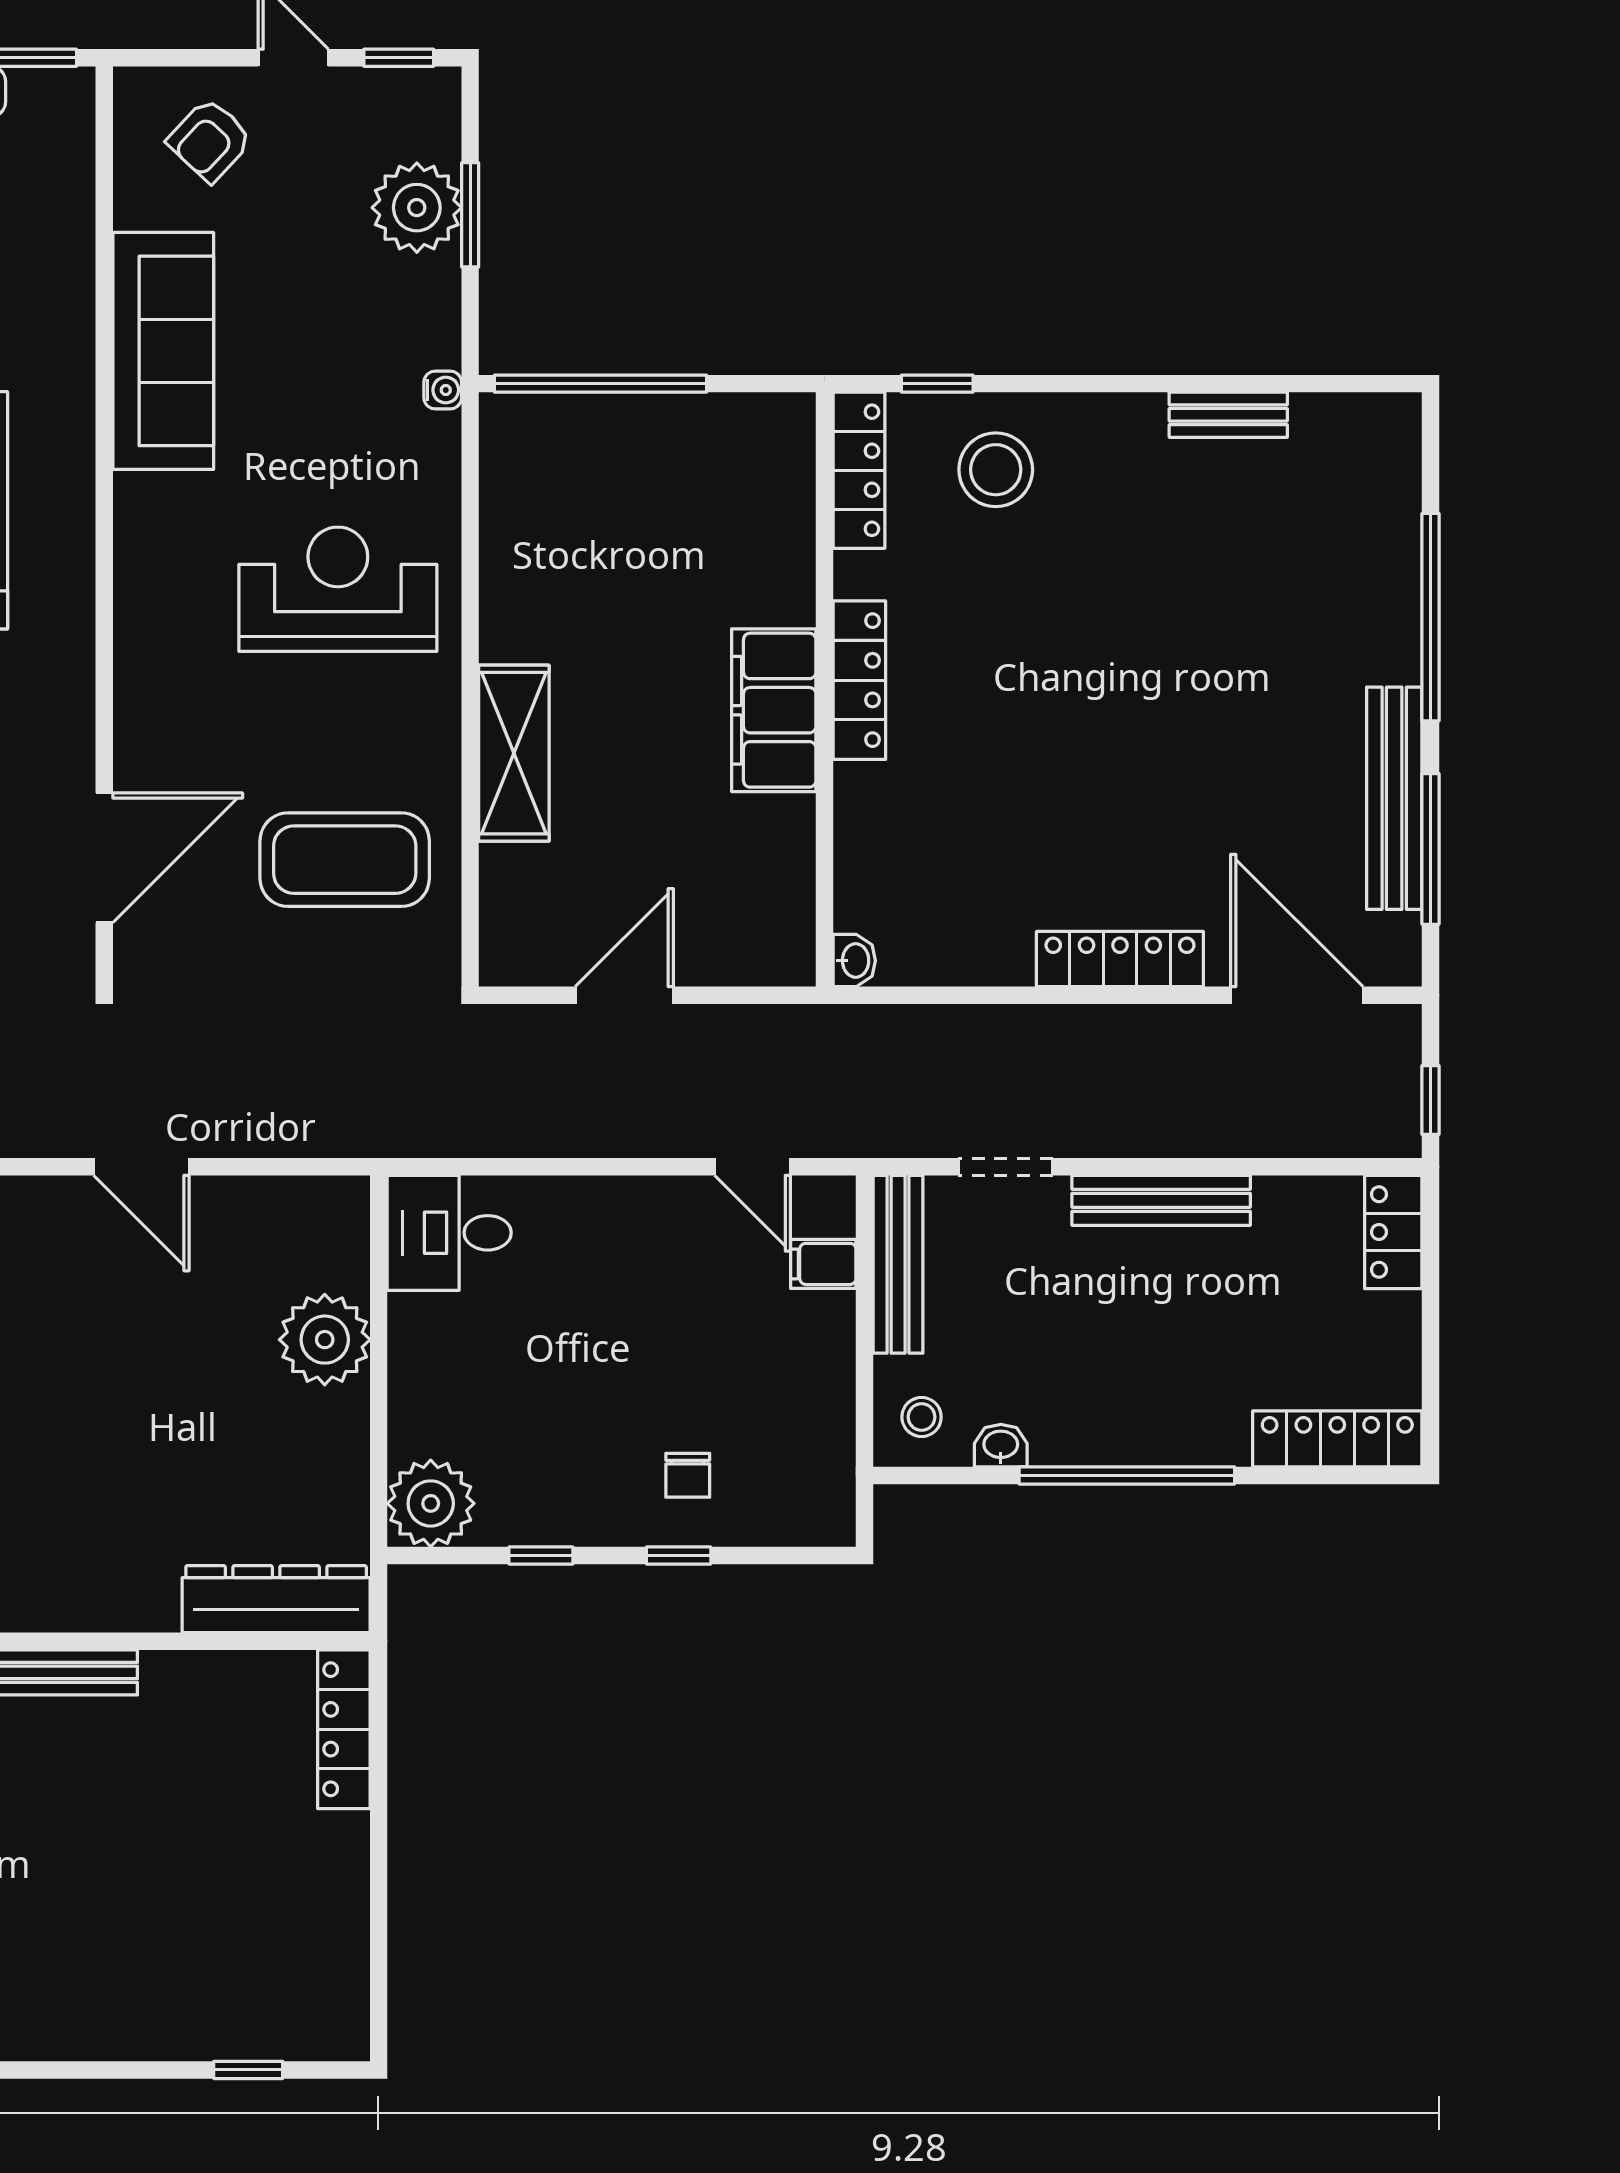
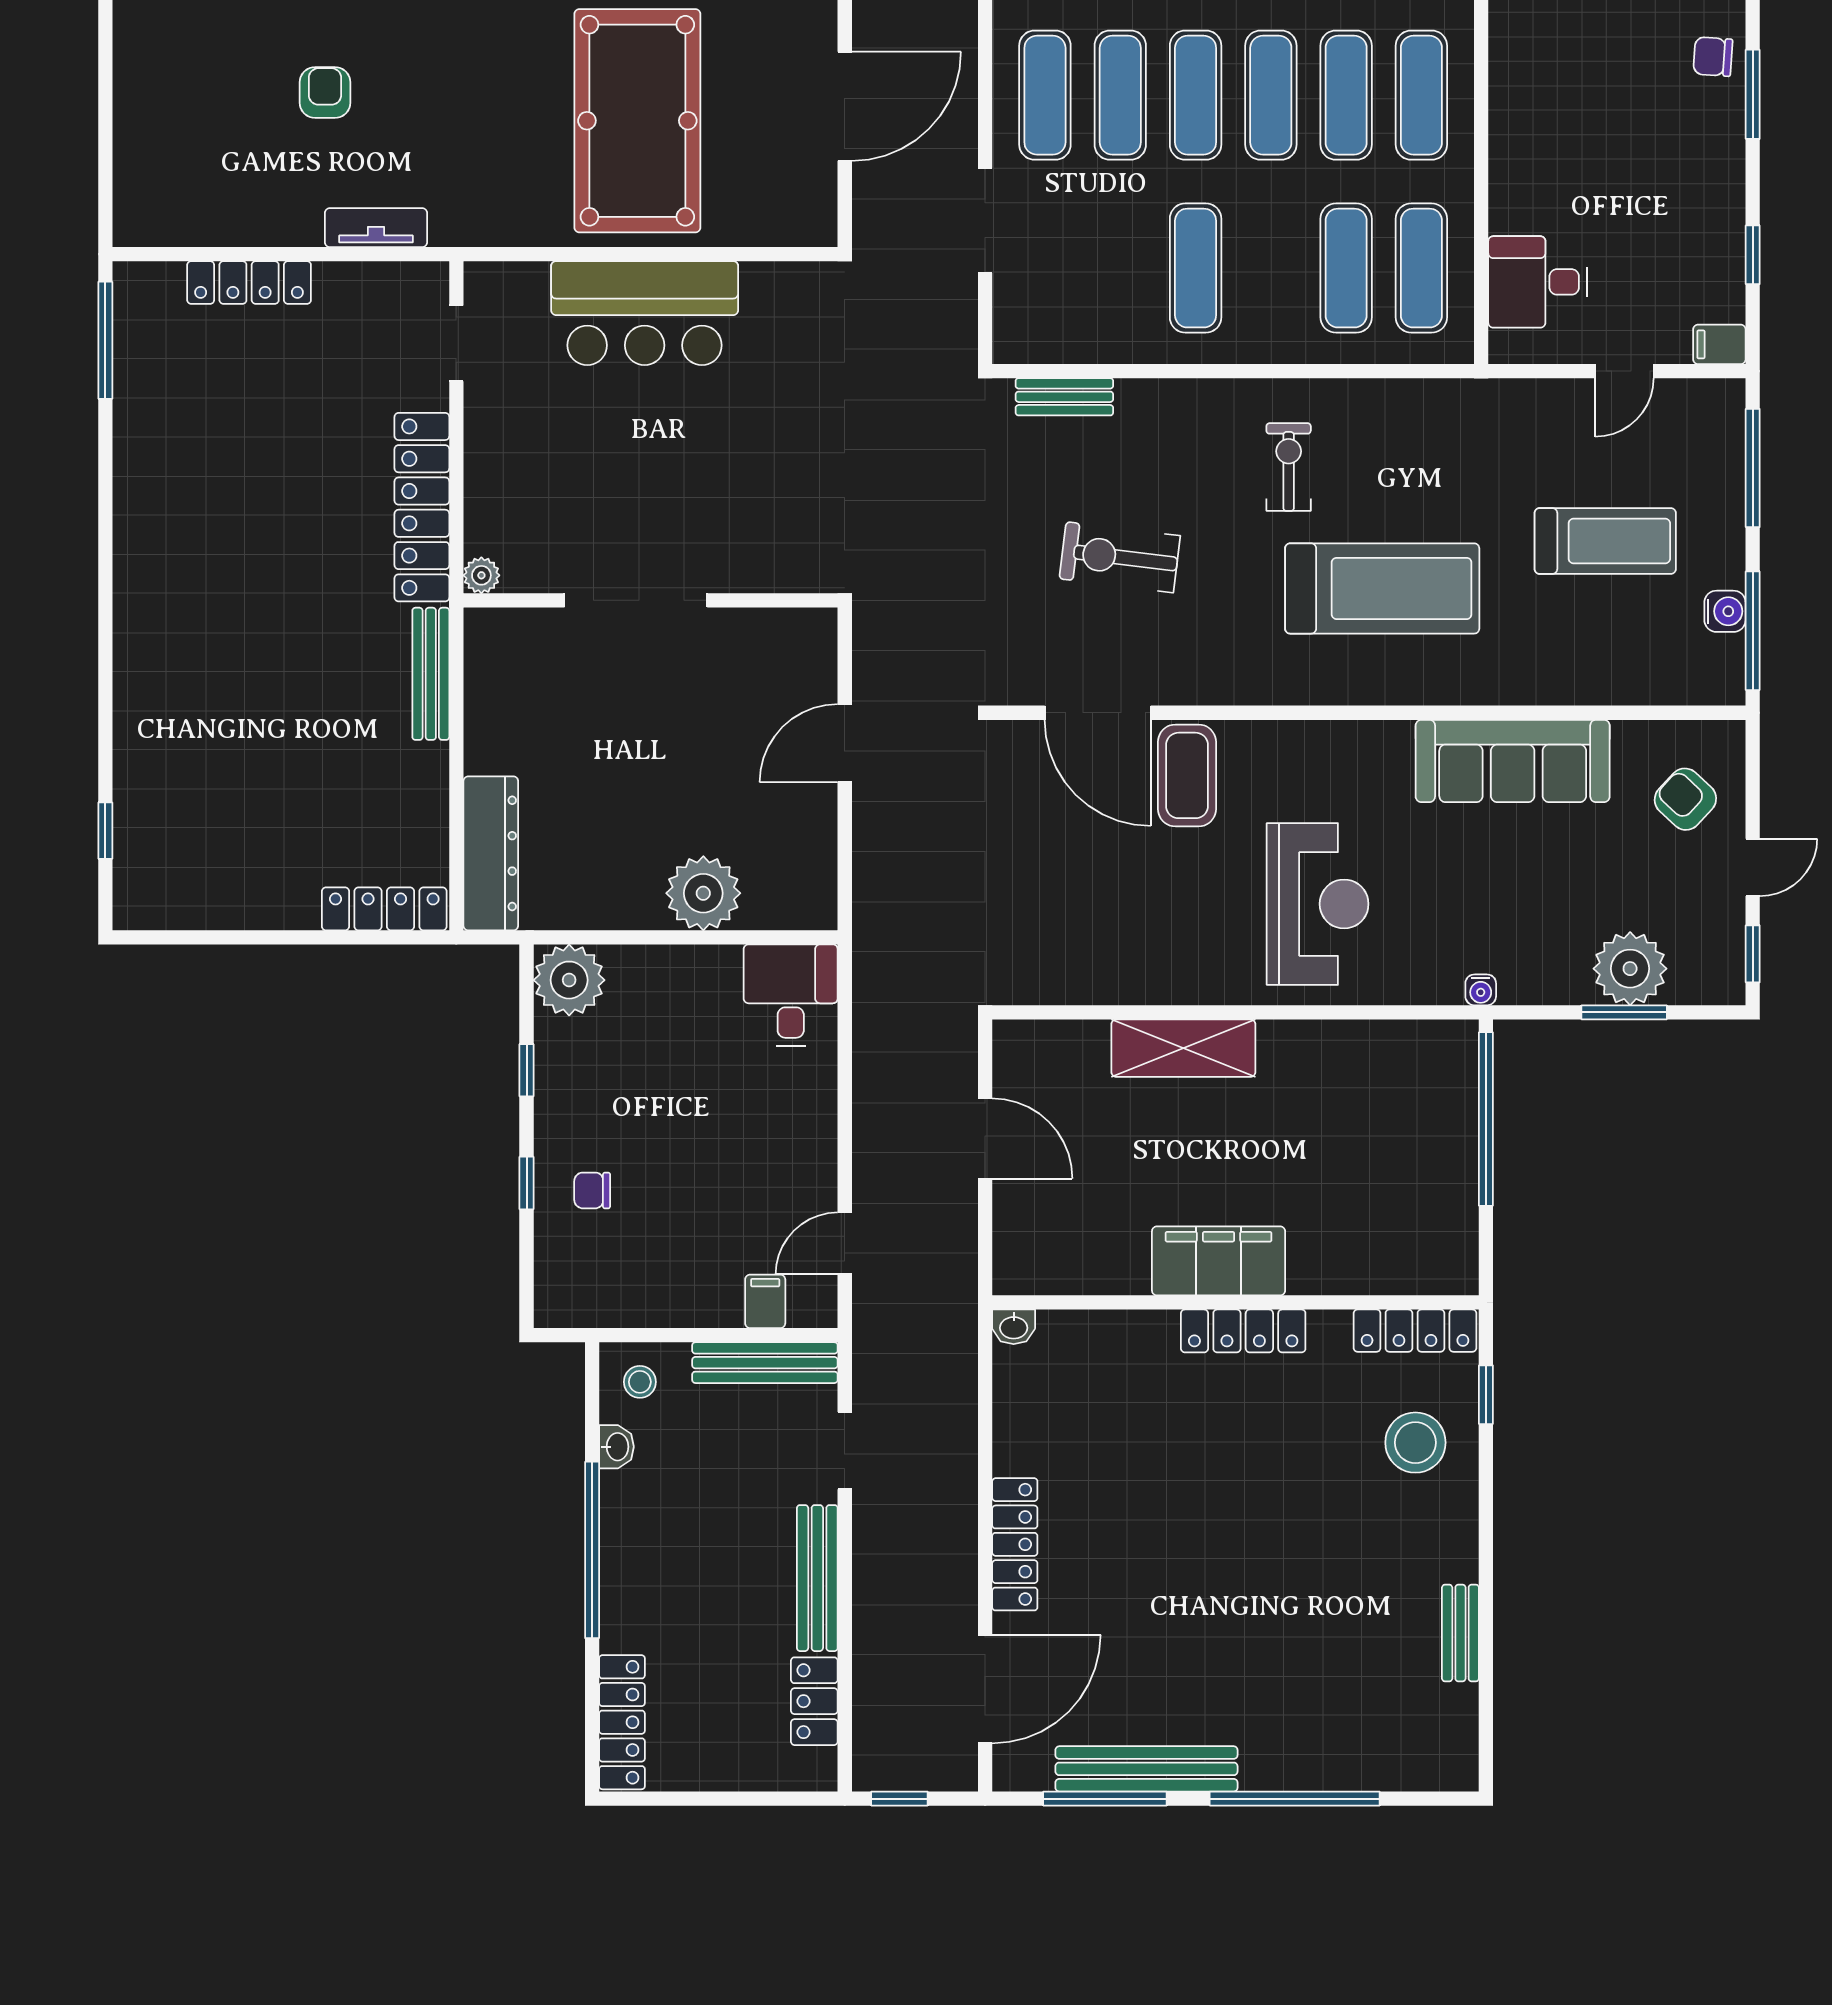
coffee table: (345, 860) -> (1187, 775), moved, width x0.73, depth x0.76
locker: (1393, 1232) -> (814, 1701), moved, turned -90

